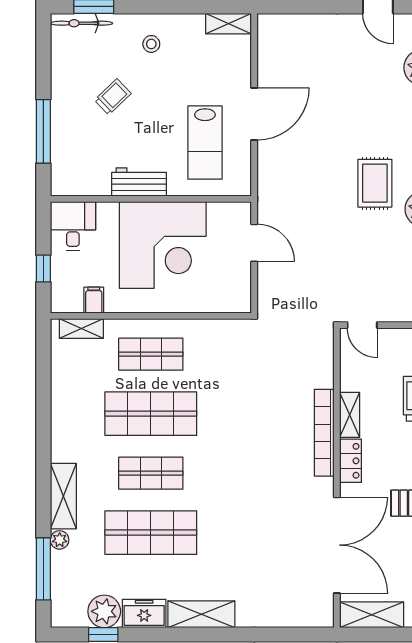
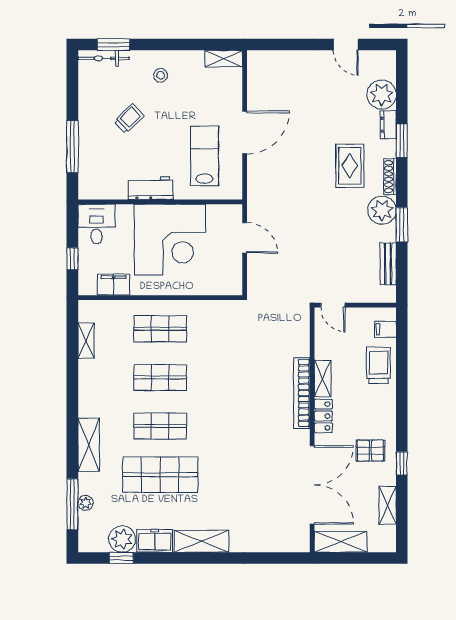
lab bench: (205, 143) -> (204, 156), turned 180
rug: (375, 183) -> (350, 166), moved
filing cabinet: (94, 300) -> (114, 285), width x2.00
shelving: (81, 329) -> (86, 341), moved, turned 90
shop shelf: (151, 414) -> (160, 377), width x0.70, depth x0.74
plant: (60, 540) -> (86, 503), moved

